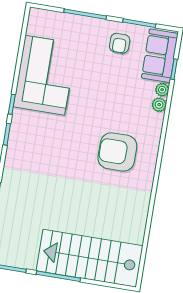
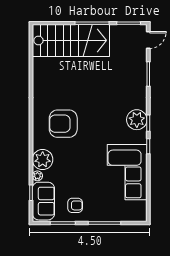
armchair: (120, 43) -> (75, 205), turned 90
plant: (159, 105) -> (43, 160), width x1.87, depth x1.87
plant: (21, 141) -> (137, 120), added
armchair: (117, 152) -> (63, 124), turned 180

